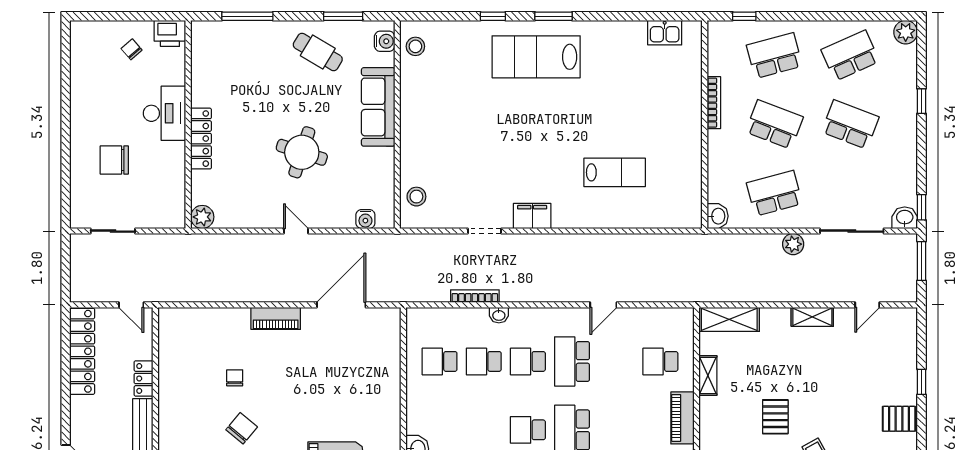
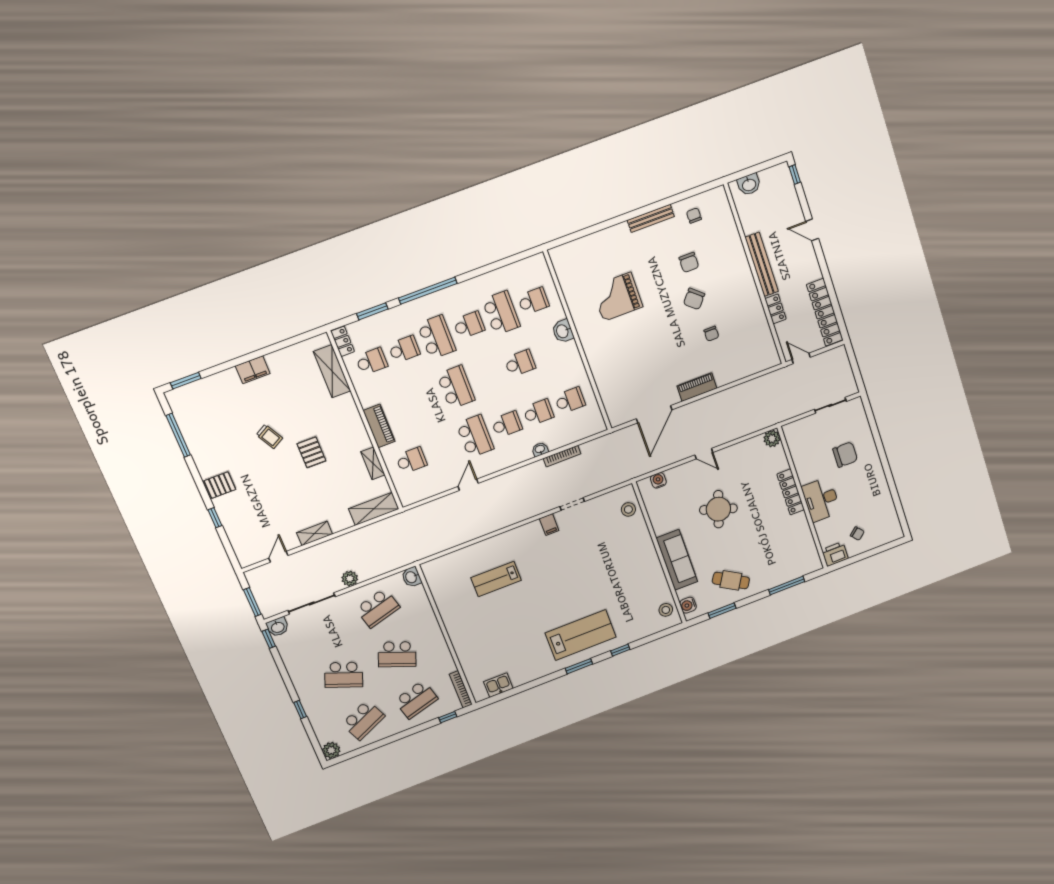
bookcase: (714, 103) -> (461, 689), moved
filing cabinet: (532, 216) -> (549, 525), width x0.50
school desk: (528, 430) -> (520, 363), moved

